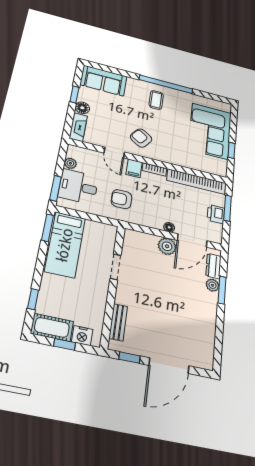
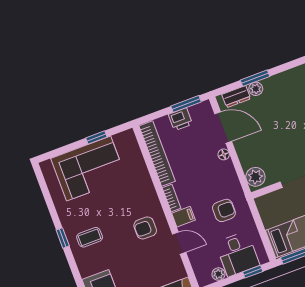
window: (166, 84) -> (63, 238), width x0.32
armchair: (141, 138) -> (145, 228), turned 54
door: (114, 153) -> (179, 243), hinge flipped
window: (56, 188) -> (253, 272), width x0.67
armchair: (121, 199) -> (224, 210), turned -90
window: (228, 208) -> (186, 104), moved
plant: (167, 246) -> (255, 177), moved

